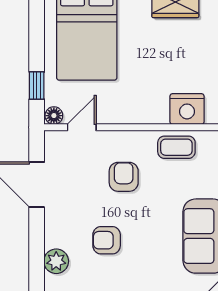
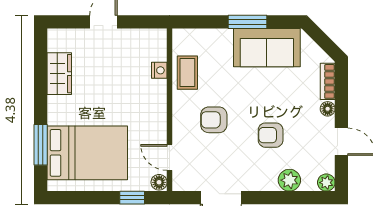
nightstand: (187, 109) -> (159, 70), width x0.53, depth x0.56
armchair: (107, 240) -> (271, 135), turned 90

